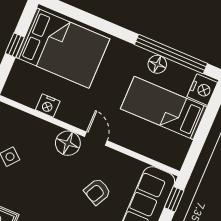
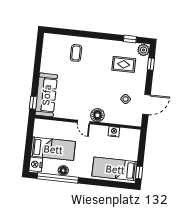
window: (15, 45) -> (139, 172), moved
bed: (63, 48) -> (115, 169), width x0.67
armchair: (97, 192) -> (74, 95), removed

